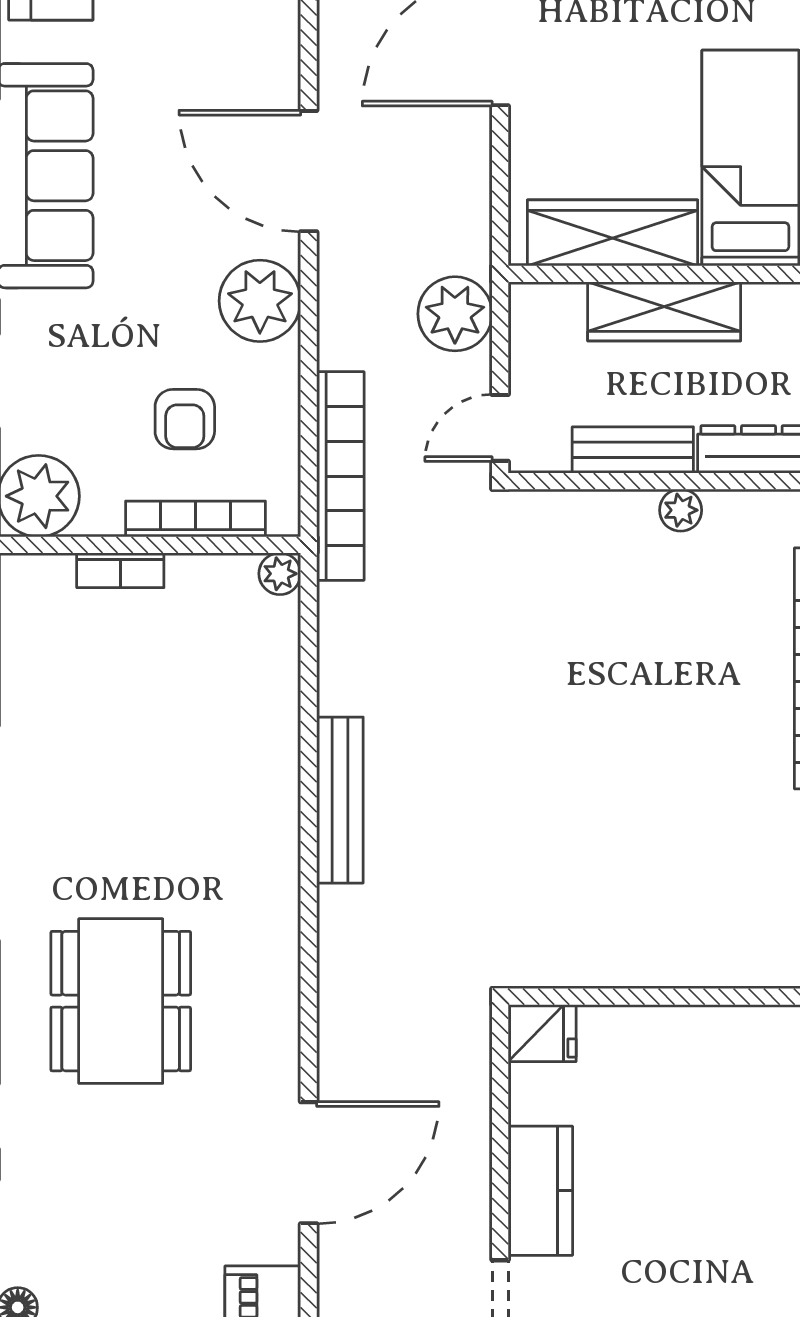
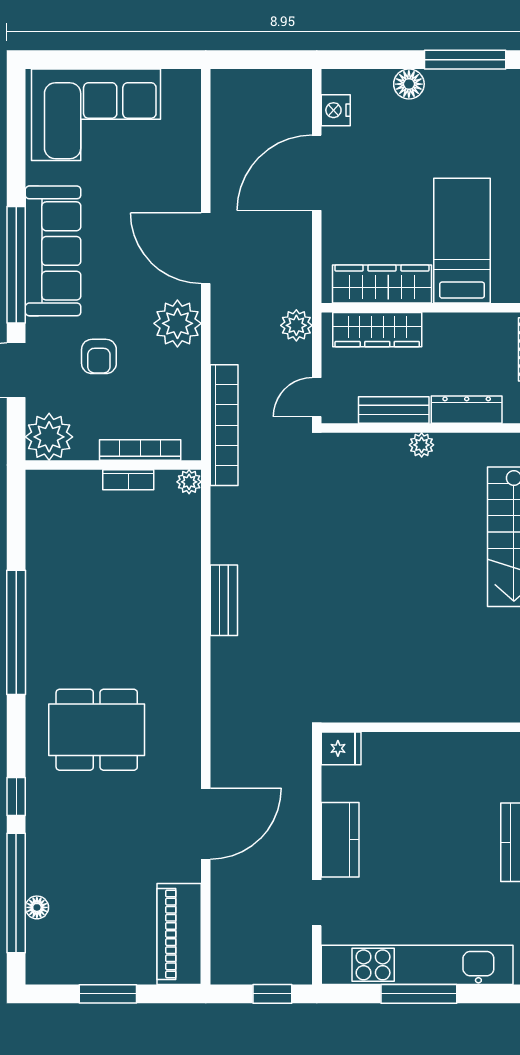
wardrobe: (664, 311) -> (377, 330), moved
plant: (455, 314) -> (296, 325), width x0.73, depth x0.73
armchair: (185, 419) -> (99, 356), moved
bookcase: (120, 570) -> (128, 480), moved
bench: (340, 800) -> (224, 600), width x0.73
dining table: (121, 1001) -> (97, 730), turned 90

